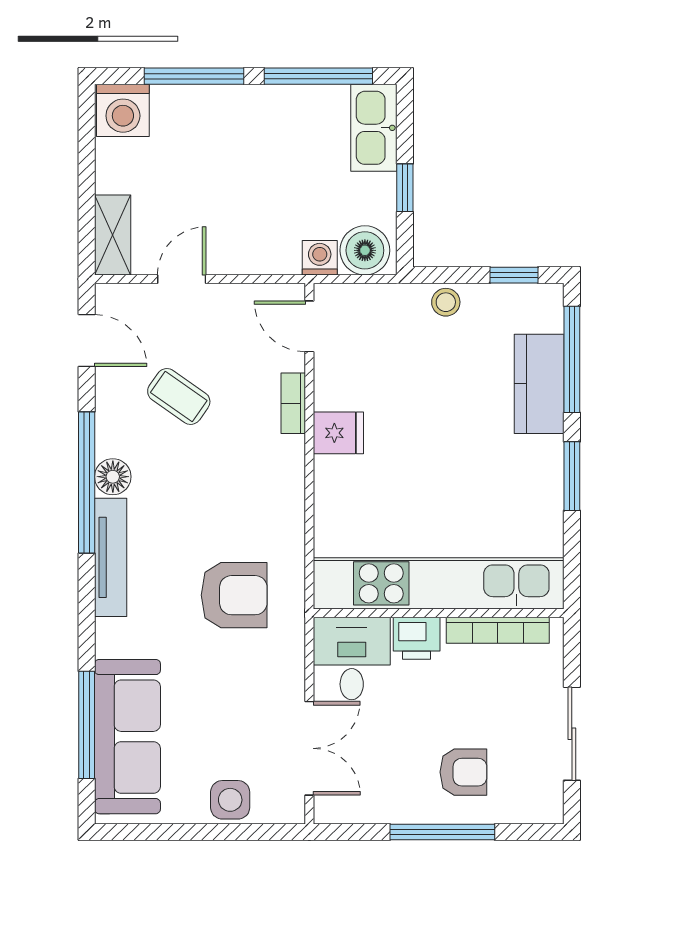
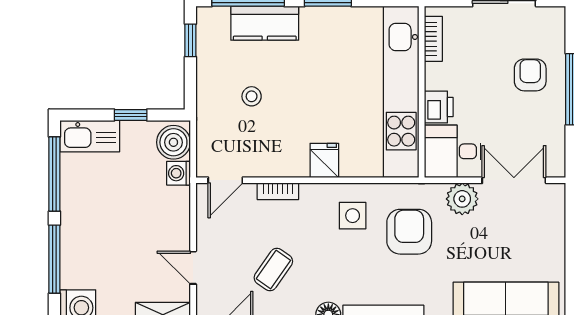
stool: (446, 302) -> (252, 96), moved
fridge: (338, 433) -> (324, 160), moved
bookcase: (498, 630) -> (433, 39), width x0.64
plant: (282, 673) -> (462, 199), added
side table: (230, 800) -> (353, 216), moved

